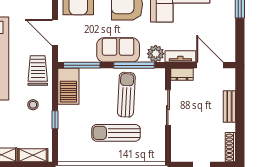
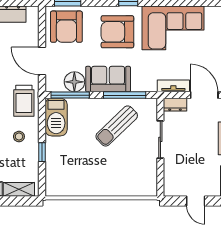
floor lamp: (86, 52) -> (74, 82), added
plant: (156, 54) -> (147, 83), removed
trolley: (38, 71) -> (24, 101), turned 180
sun lounger: (126, 95) -> (117, 126), turned -137
sun lounger: (116, 133) -> (106, 166), removed

